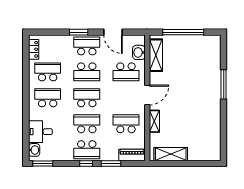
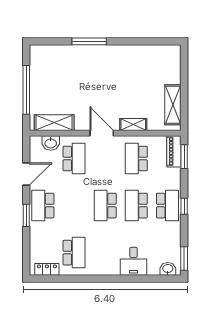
school desk: (48, 72) -> (74, 253), turned 180
school desk: (87, 72) -> (74, 206), removed
school desk: (48, 98) -> (105, 253), removed
desk: (40, 132) -> (133, 261), moved
window: (111, 164) -> (184, 157), moved

